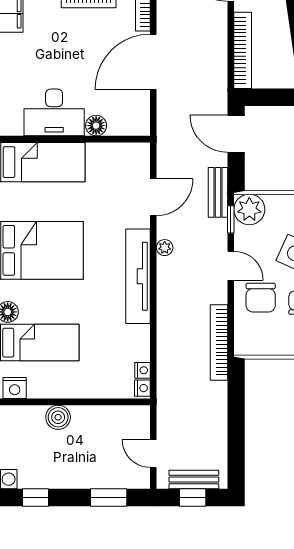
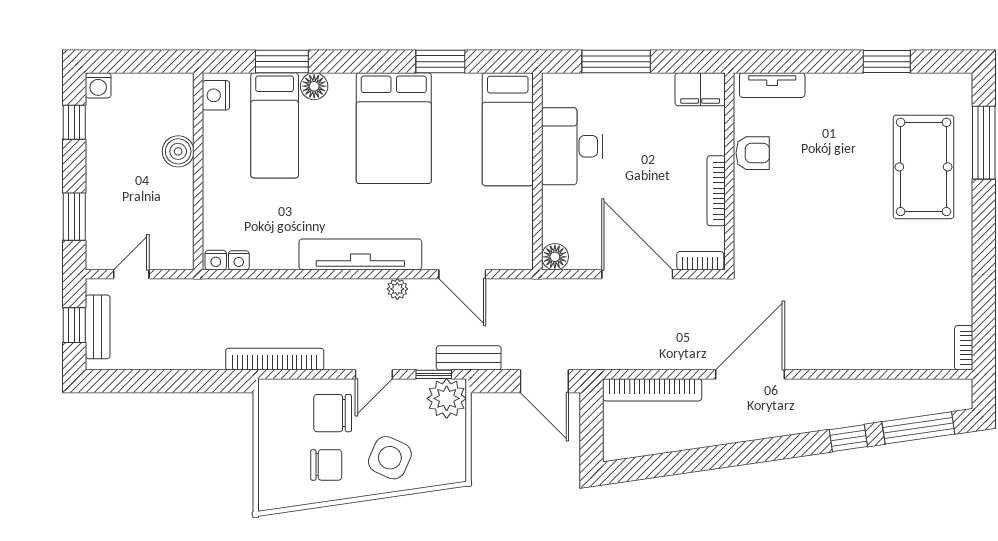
floor lamp: (96, 126) -> (555, 257), moved
door: (236, 134) -> (544, 381), swing flipped

